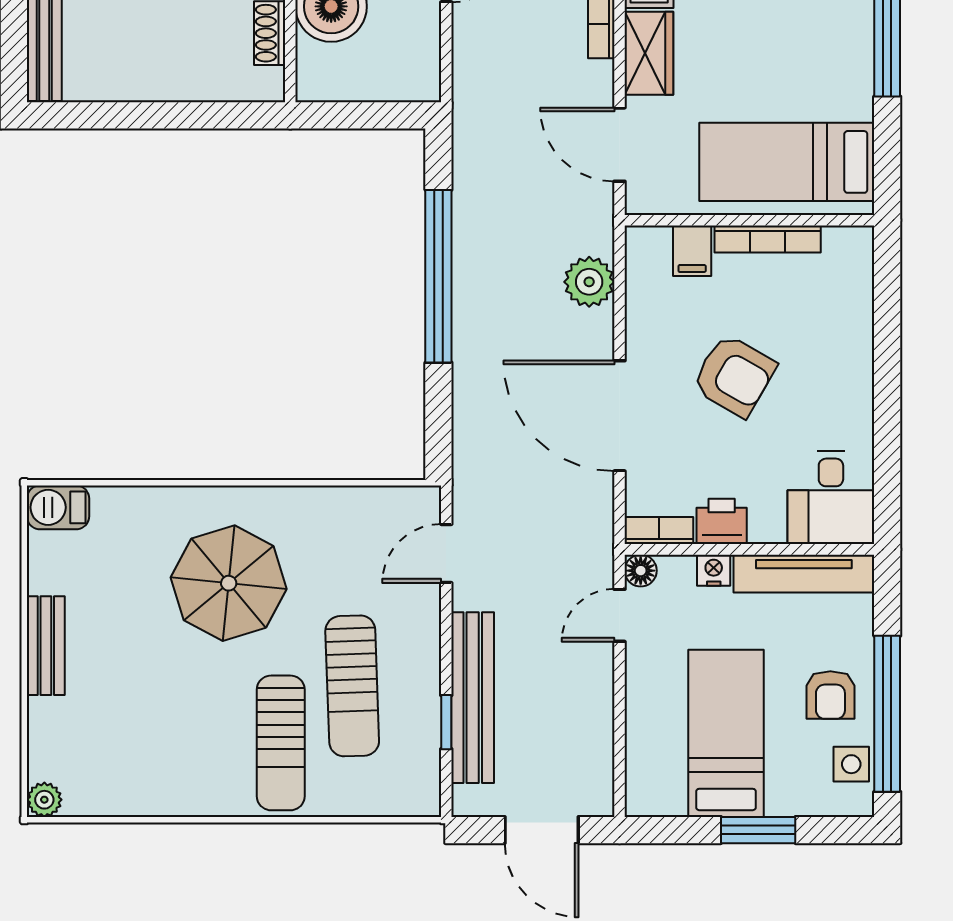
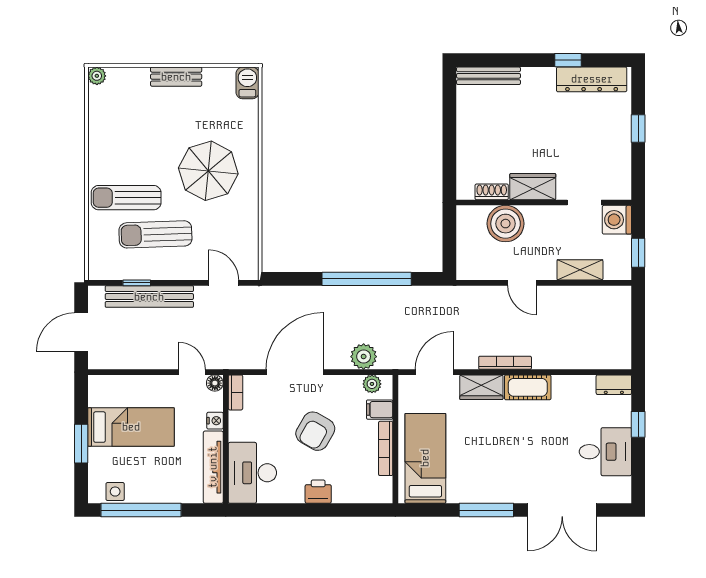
plant: (642, 266) -> (372, 384), added
desk: (831, 498) -> (252, 473), width x1.37
printer: (722, 521) -> (318, 492), moved, turned -90
armchair: (830, 695) -> (151, 481), removed

